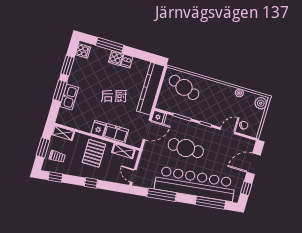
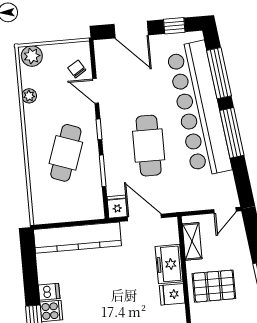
cafe table: (184, 87) -> (66, 153), moved
window: (162, 195) -> (232, 133), moved

